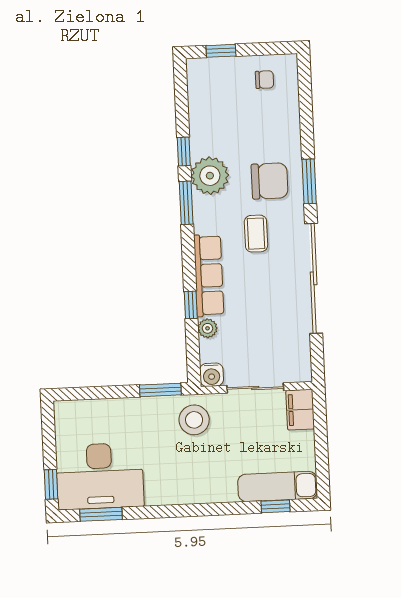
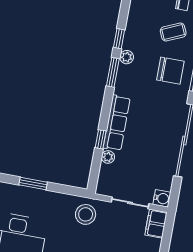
plant: (210, 176) -> (127, 57), width x0.53, depth x0.53
coffee table: (256, 234) -> (173, 32), moved, turned 66
water cooler: (212, 375) -> (162, 198), moved, turned -90
window: (160, 390) -> (33, 183), moved

